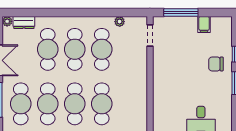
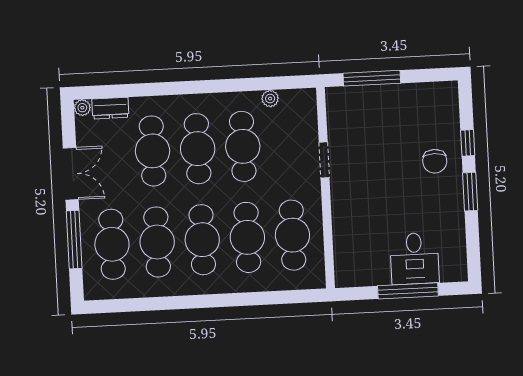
filing cabinet: (204, 25) -> (411, 96), removed
doorway: (150, 35) -> (324, 160), moved
chair: (216, 64) -> (435, 161), turned -90
cafe table: (129, 104) -> (292, 235), added

